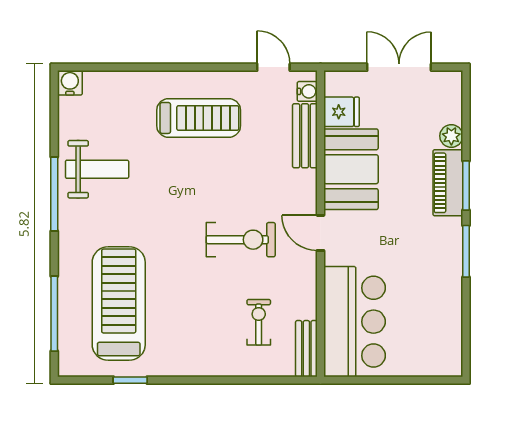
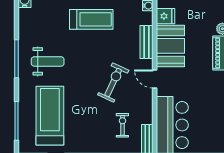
bench: (305, 136) -> (146, 42), moved
weight bench: (97, 169) -> (48, 61), moved
exercise bike: (241, 240) -> (113, 82), turned -65

